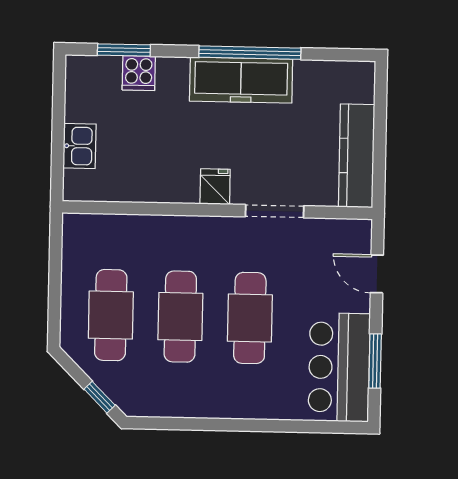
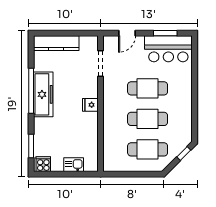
cooker: (139, 73) -> (43, 164), moved, turned -90
kitchen counter: (357, 156) -> (56, 43), moved
doorway: (275, 211) -> (101, 64), moved

